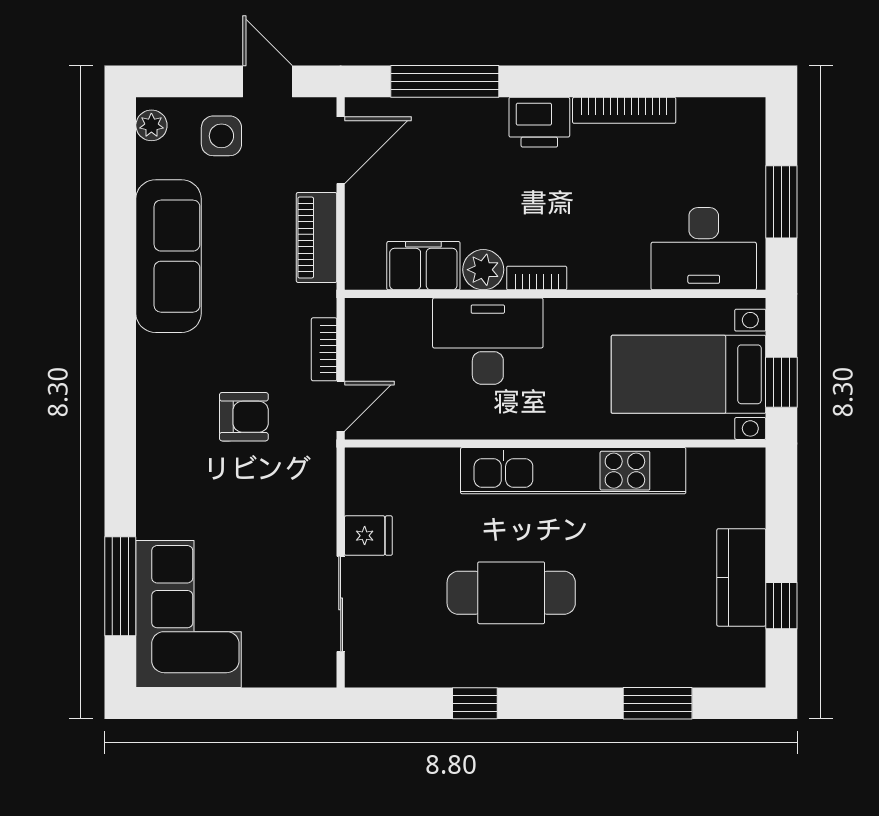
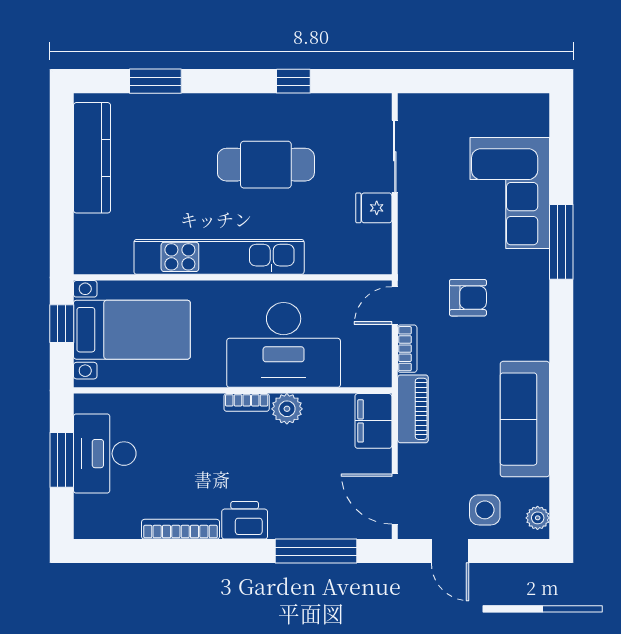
door: (341, 150) -> (395, 499), hinge flipped
piano: (317, 237) -> (413, 409), moved
desk: (704, 249) -> (105, 454), moved, turned -90
filing cabinet: (423, 266) -> (373, 421), moved, turned 90
desk: (488, 341) -> (284, 345), width x1.36, depth x1.30
armchair: (244, 417) -> (468, 298), turned 180
kitchen counter: (741, 577) -> (92, 158), width x1.50
window: (120, 586) -> (561, 242), moved
window: (781, 606) -> (62, 155), removed
corner sofa: (189, 614) -> (510, 193), moved

